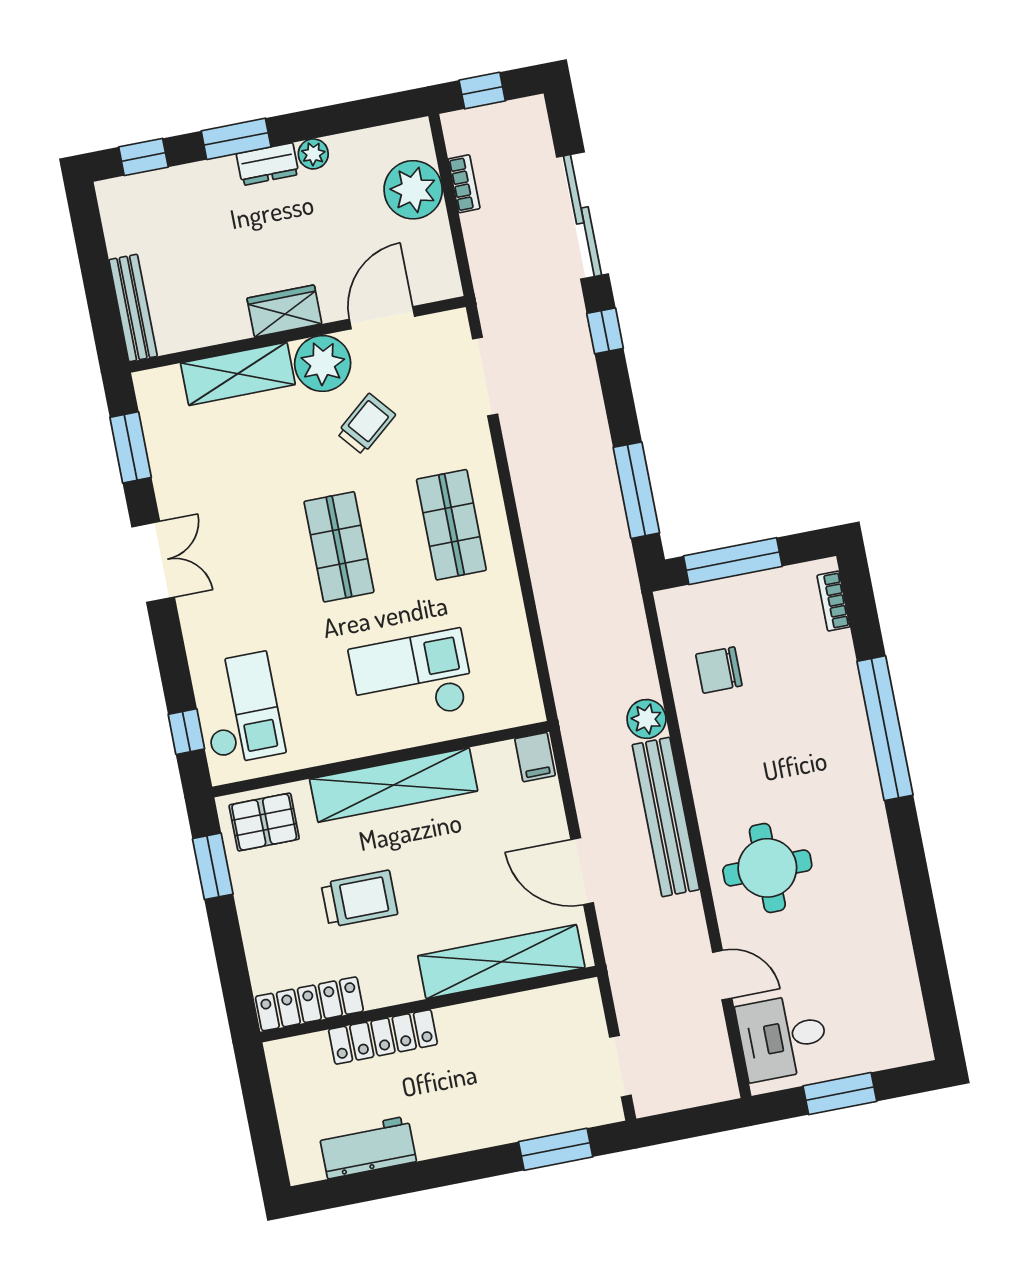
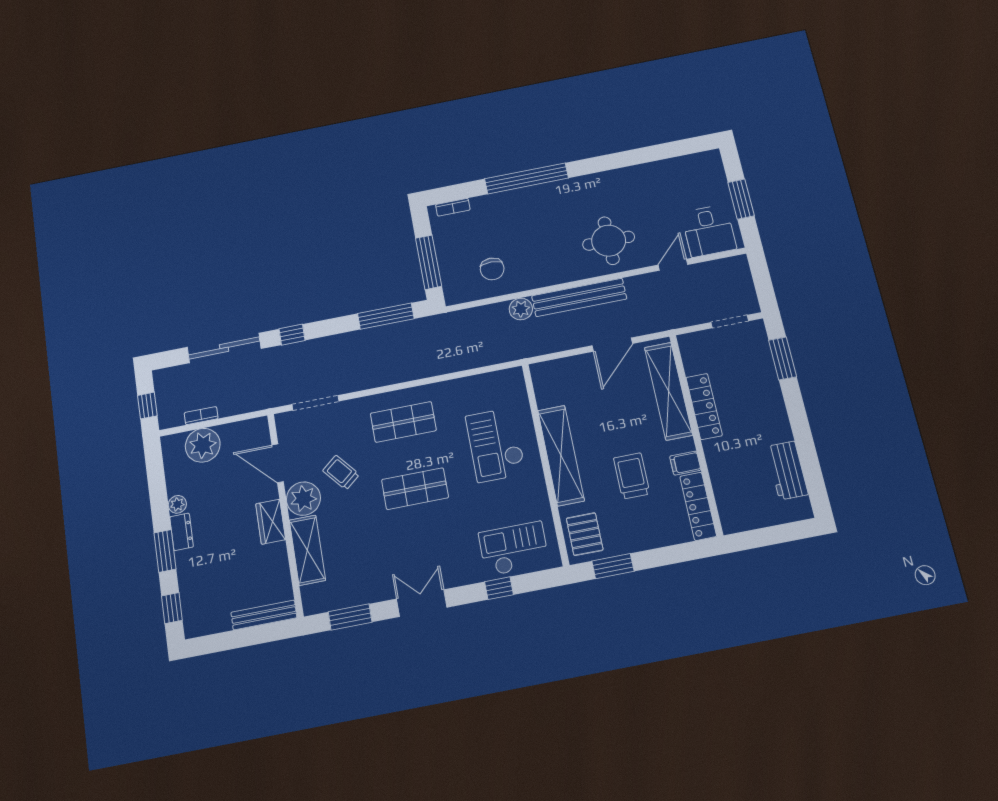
window: (186, 732) -> (499, 588), moved
filing cabinet: (535, 757) -> (685, 463), moved, turned 180
locker: (383, 1037) -> (704, 406), moved

